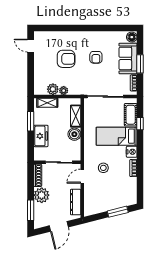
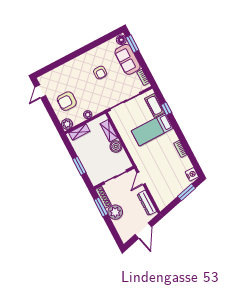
door: (31, 46) -> (40, 91), hinge flipped
armchair: (66, 59) -> (67, 101), moved, turned 180
window: (140, 64) -> (132, 44), moved
plant: (53, 89) -> (67, 124), moved
window: (31, 121) -> (79, 166), moved
freezer: (41, 136) -> (89, 163), removed
nightstand: (132, 152) -> (192, 174), moved
stool: (103, 168) -> (155, 162), removed
window: (31, 210) -> (101, 207), moved

